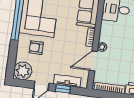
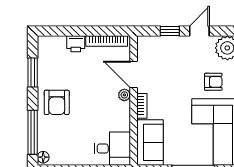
door: (93, 61) -> (134, 75), swing flipped
tv unit: (67, 81) -> (165, 43), removed

